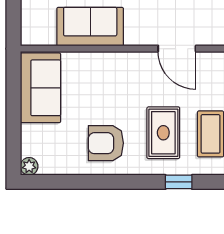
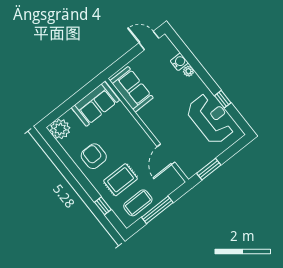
sofa: (90, 27) -> (132, 89), moved
plant: (29, 166) -> (60, 129), width x1.87, depth x1.87

